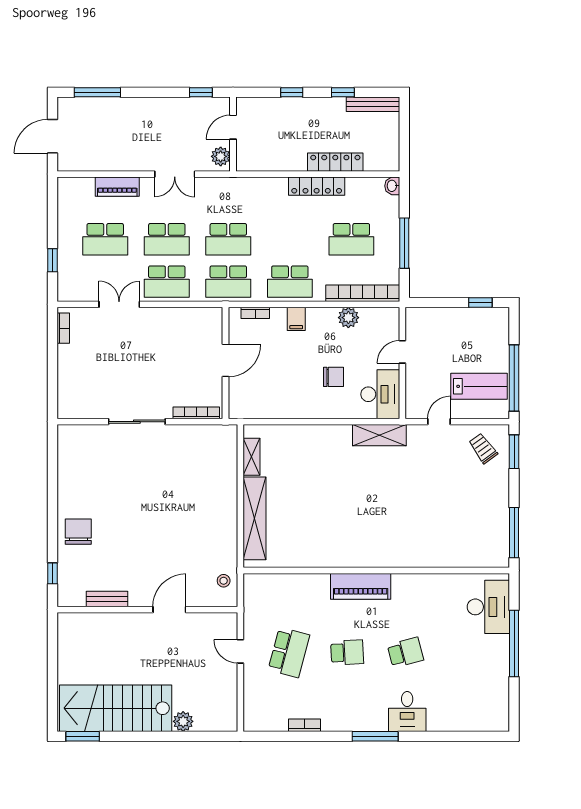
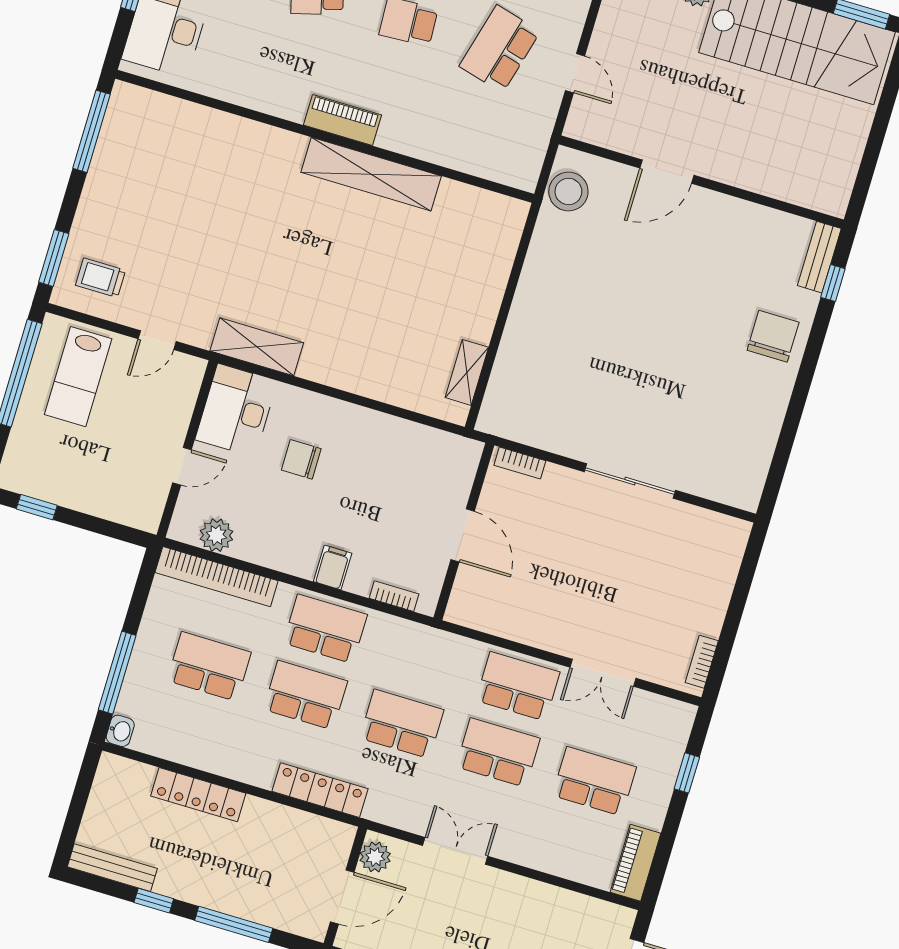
window: (292, 92) -> (234, 924), width x2.17
door: (233, 127) -> (342, 897), width x1.38
locker: (317, 186) -> (320, 790), moved
piano: (117, 187) -> (636, 863), moved, turned -90
window: (404, 243) -> (117, 673), moved
school desk: (228, 282) -> (305, 695), moved
plant: (348, 318) -> (216, 535), moved
door: (226, 360) -> (463, 535), swing flipped
lab bench: (479, 386) -> (78, 377), turned -90
bookcase: (196, 413) -> (520, 463), width x0.64
trolley: (483, 448) -> (101, 278), turned 126
shelving: (255, 518) -> (371, 174), moved, turned 90
chair: (78, 532) -> (773, 336), turned 180
stool: (224, 581) -> (568, 191), width x1.89, depth x1.89
piano: (361, 586) -> (343, 120), width x0.73, depth x0.75
bench: (107, 599) -> (819, 257), moved, turned 90

